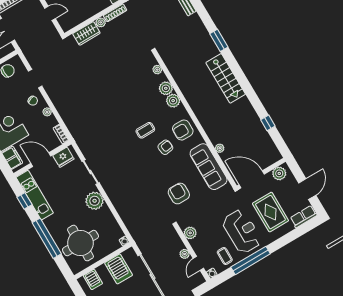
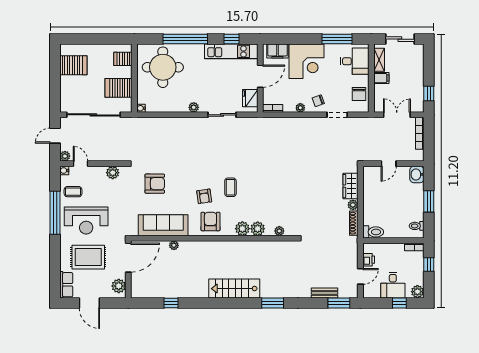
plant: (95, 201) -> (194, 107), width x0.53, depth x0.53
plant: (185, 254) -> (65, 156), moved

